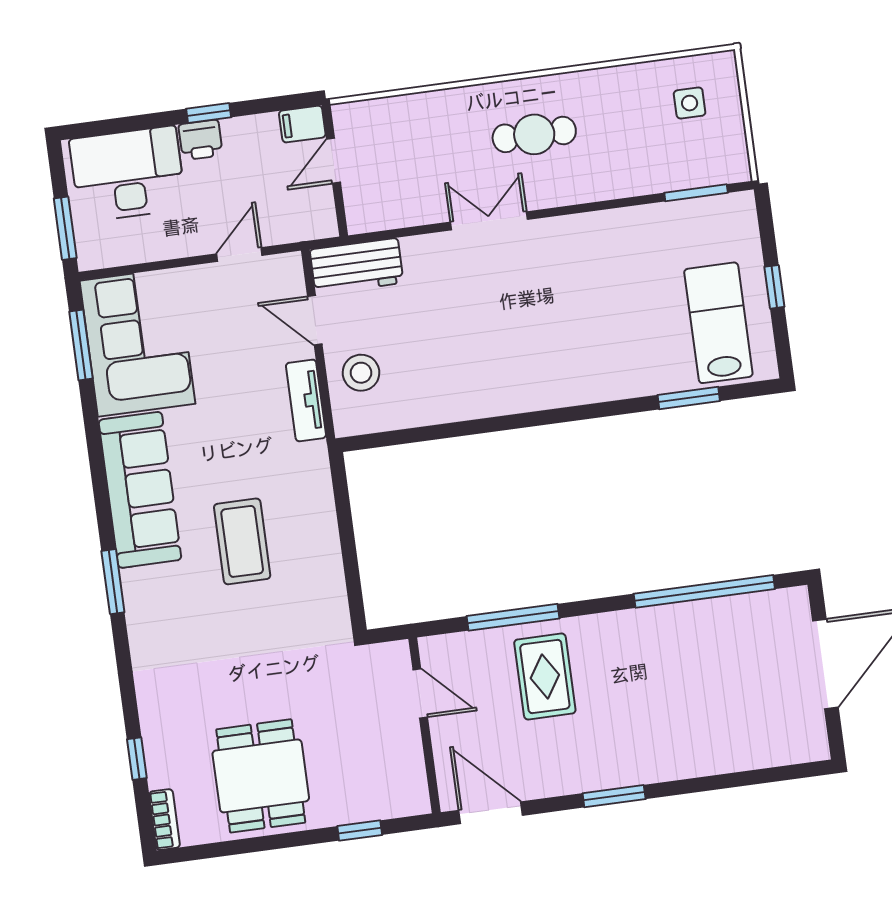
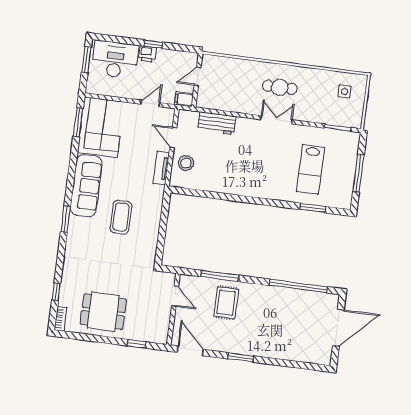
filing cabinet: (302, 124) -> (184, 99), moved
double door: (489, 221) -> (276, 120), moved
window: (65, 228) -> (86, 60), moved
workbench: (357, 266) -> (217, 123), moved
window: (774, 287) -> (358, 173), width x2.17
lab bench: (718, 323) -> (310, 169), moved, turned 180
dining table: (261, 776) -> (103, 312), turned 90

